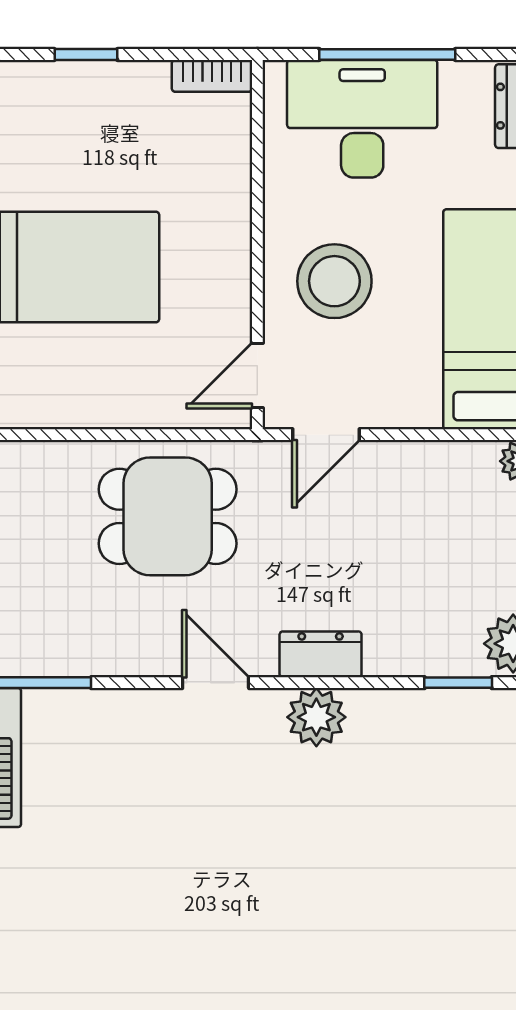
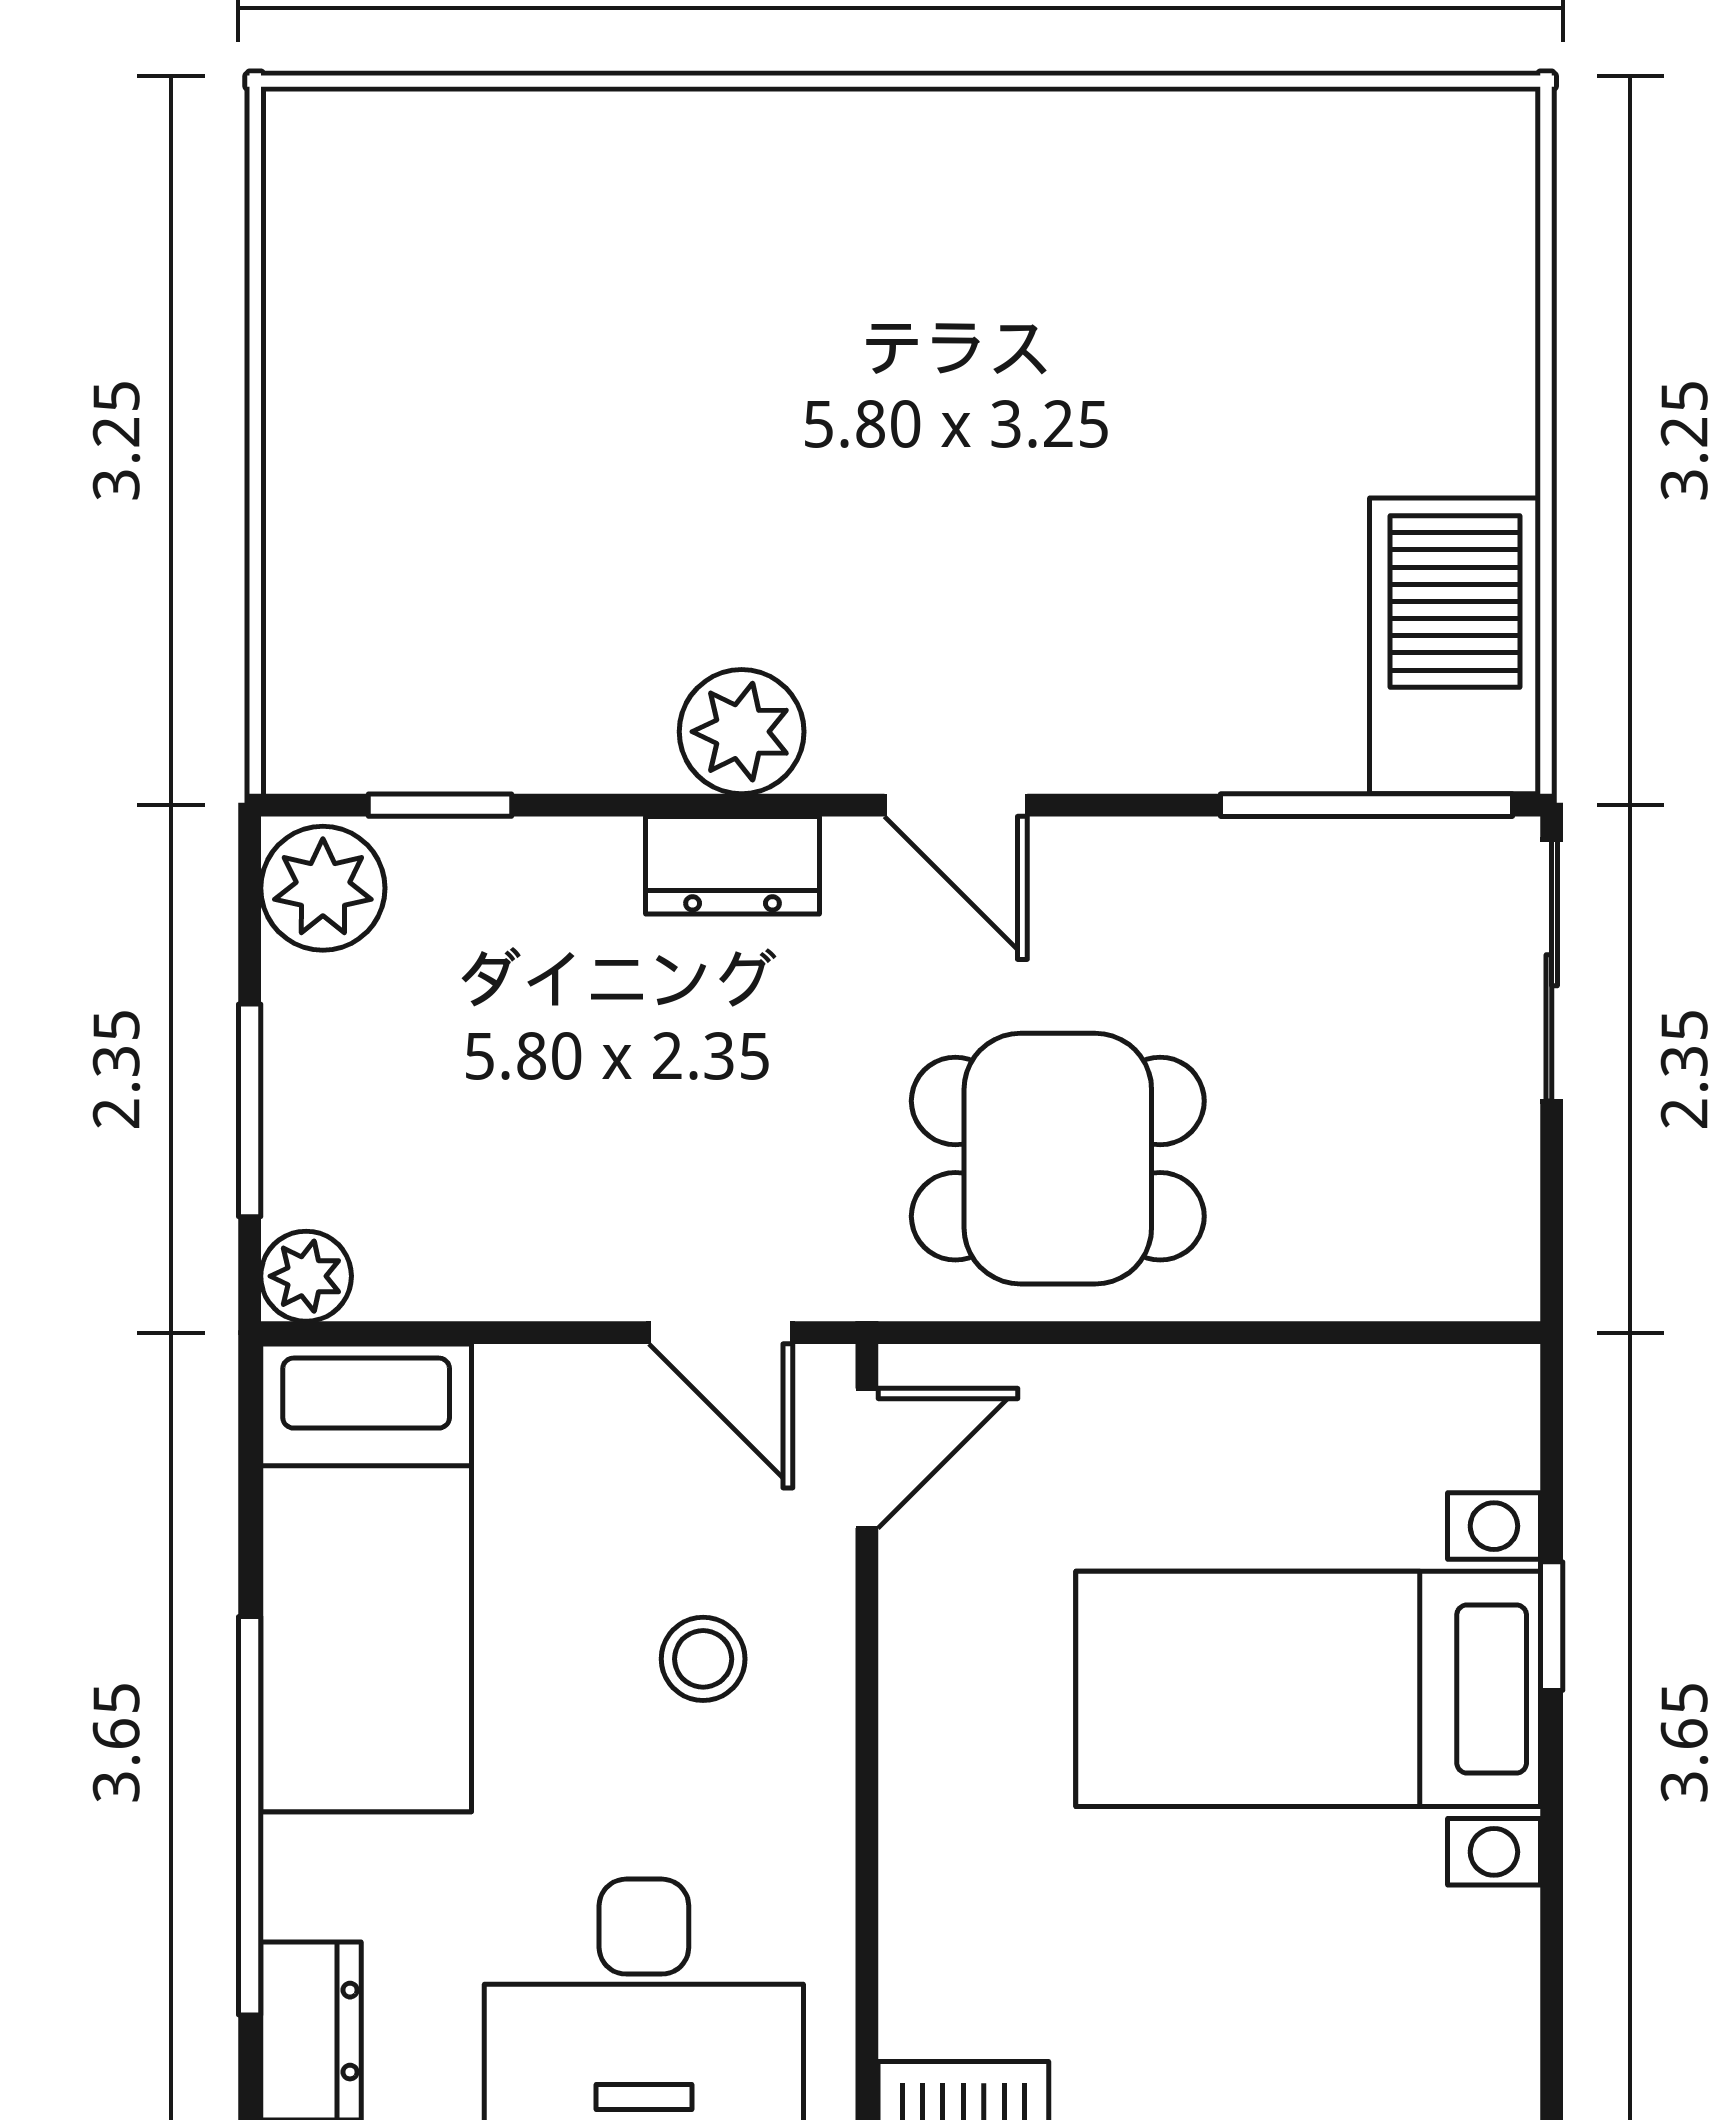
stool: (334, 281) -> (703, 1659), width x0.53, depth x0.53
door: (326, 435) -> (721, 1333), swing flipped

